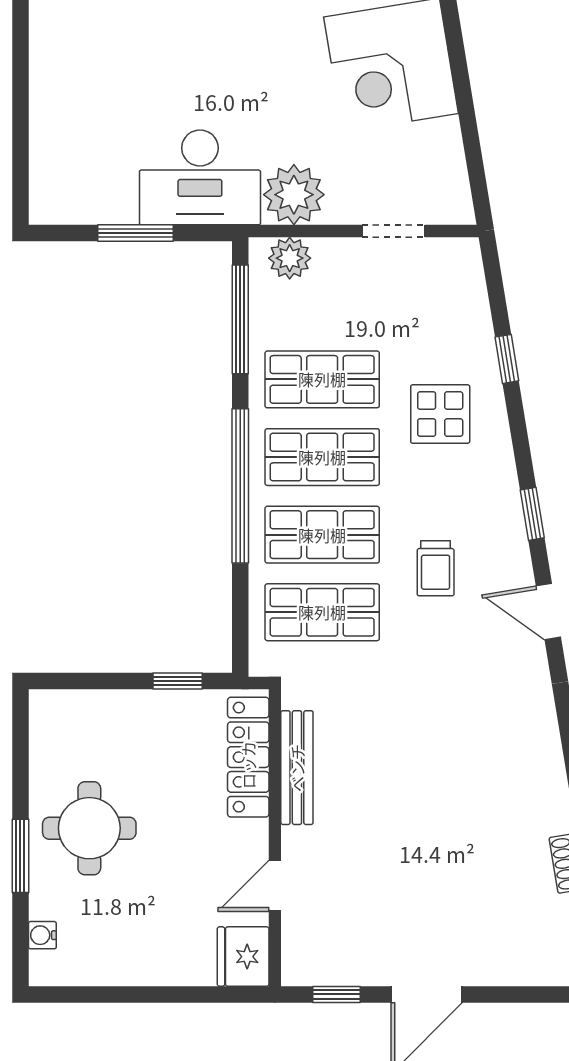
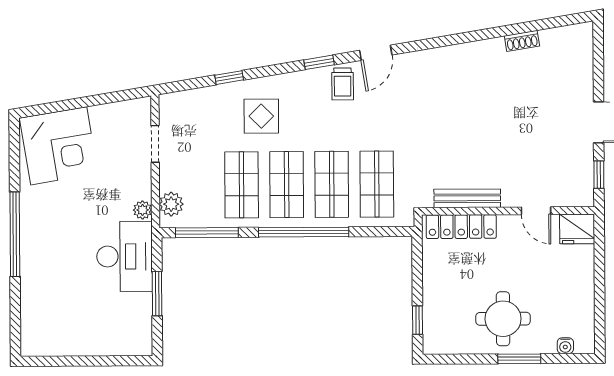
plant: (294, 195) -> (143, 210), width x0.53, depth x0.53
trolley: (436, 568) -> (343, 84), moved, turned 90
window: (178, 681) -> (417, 320), moved

